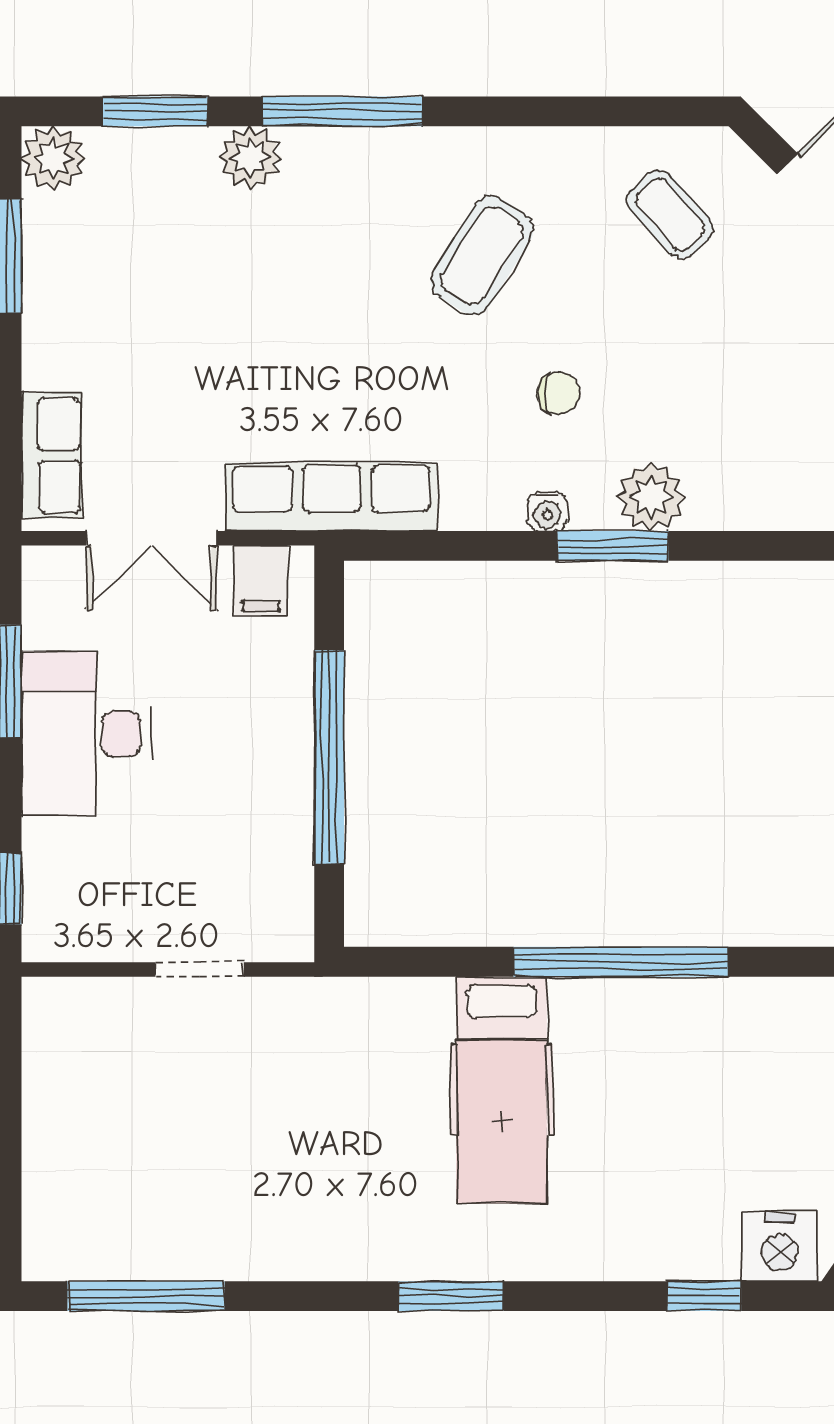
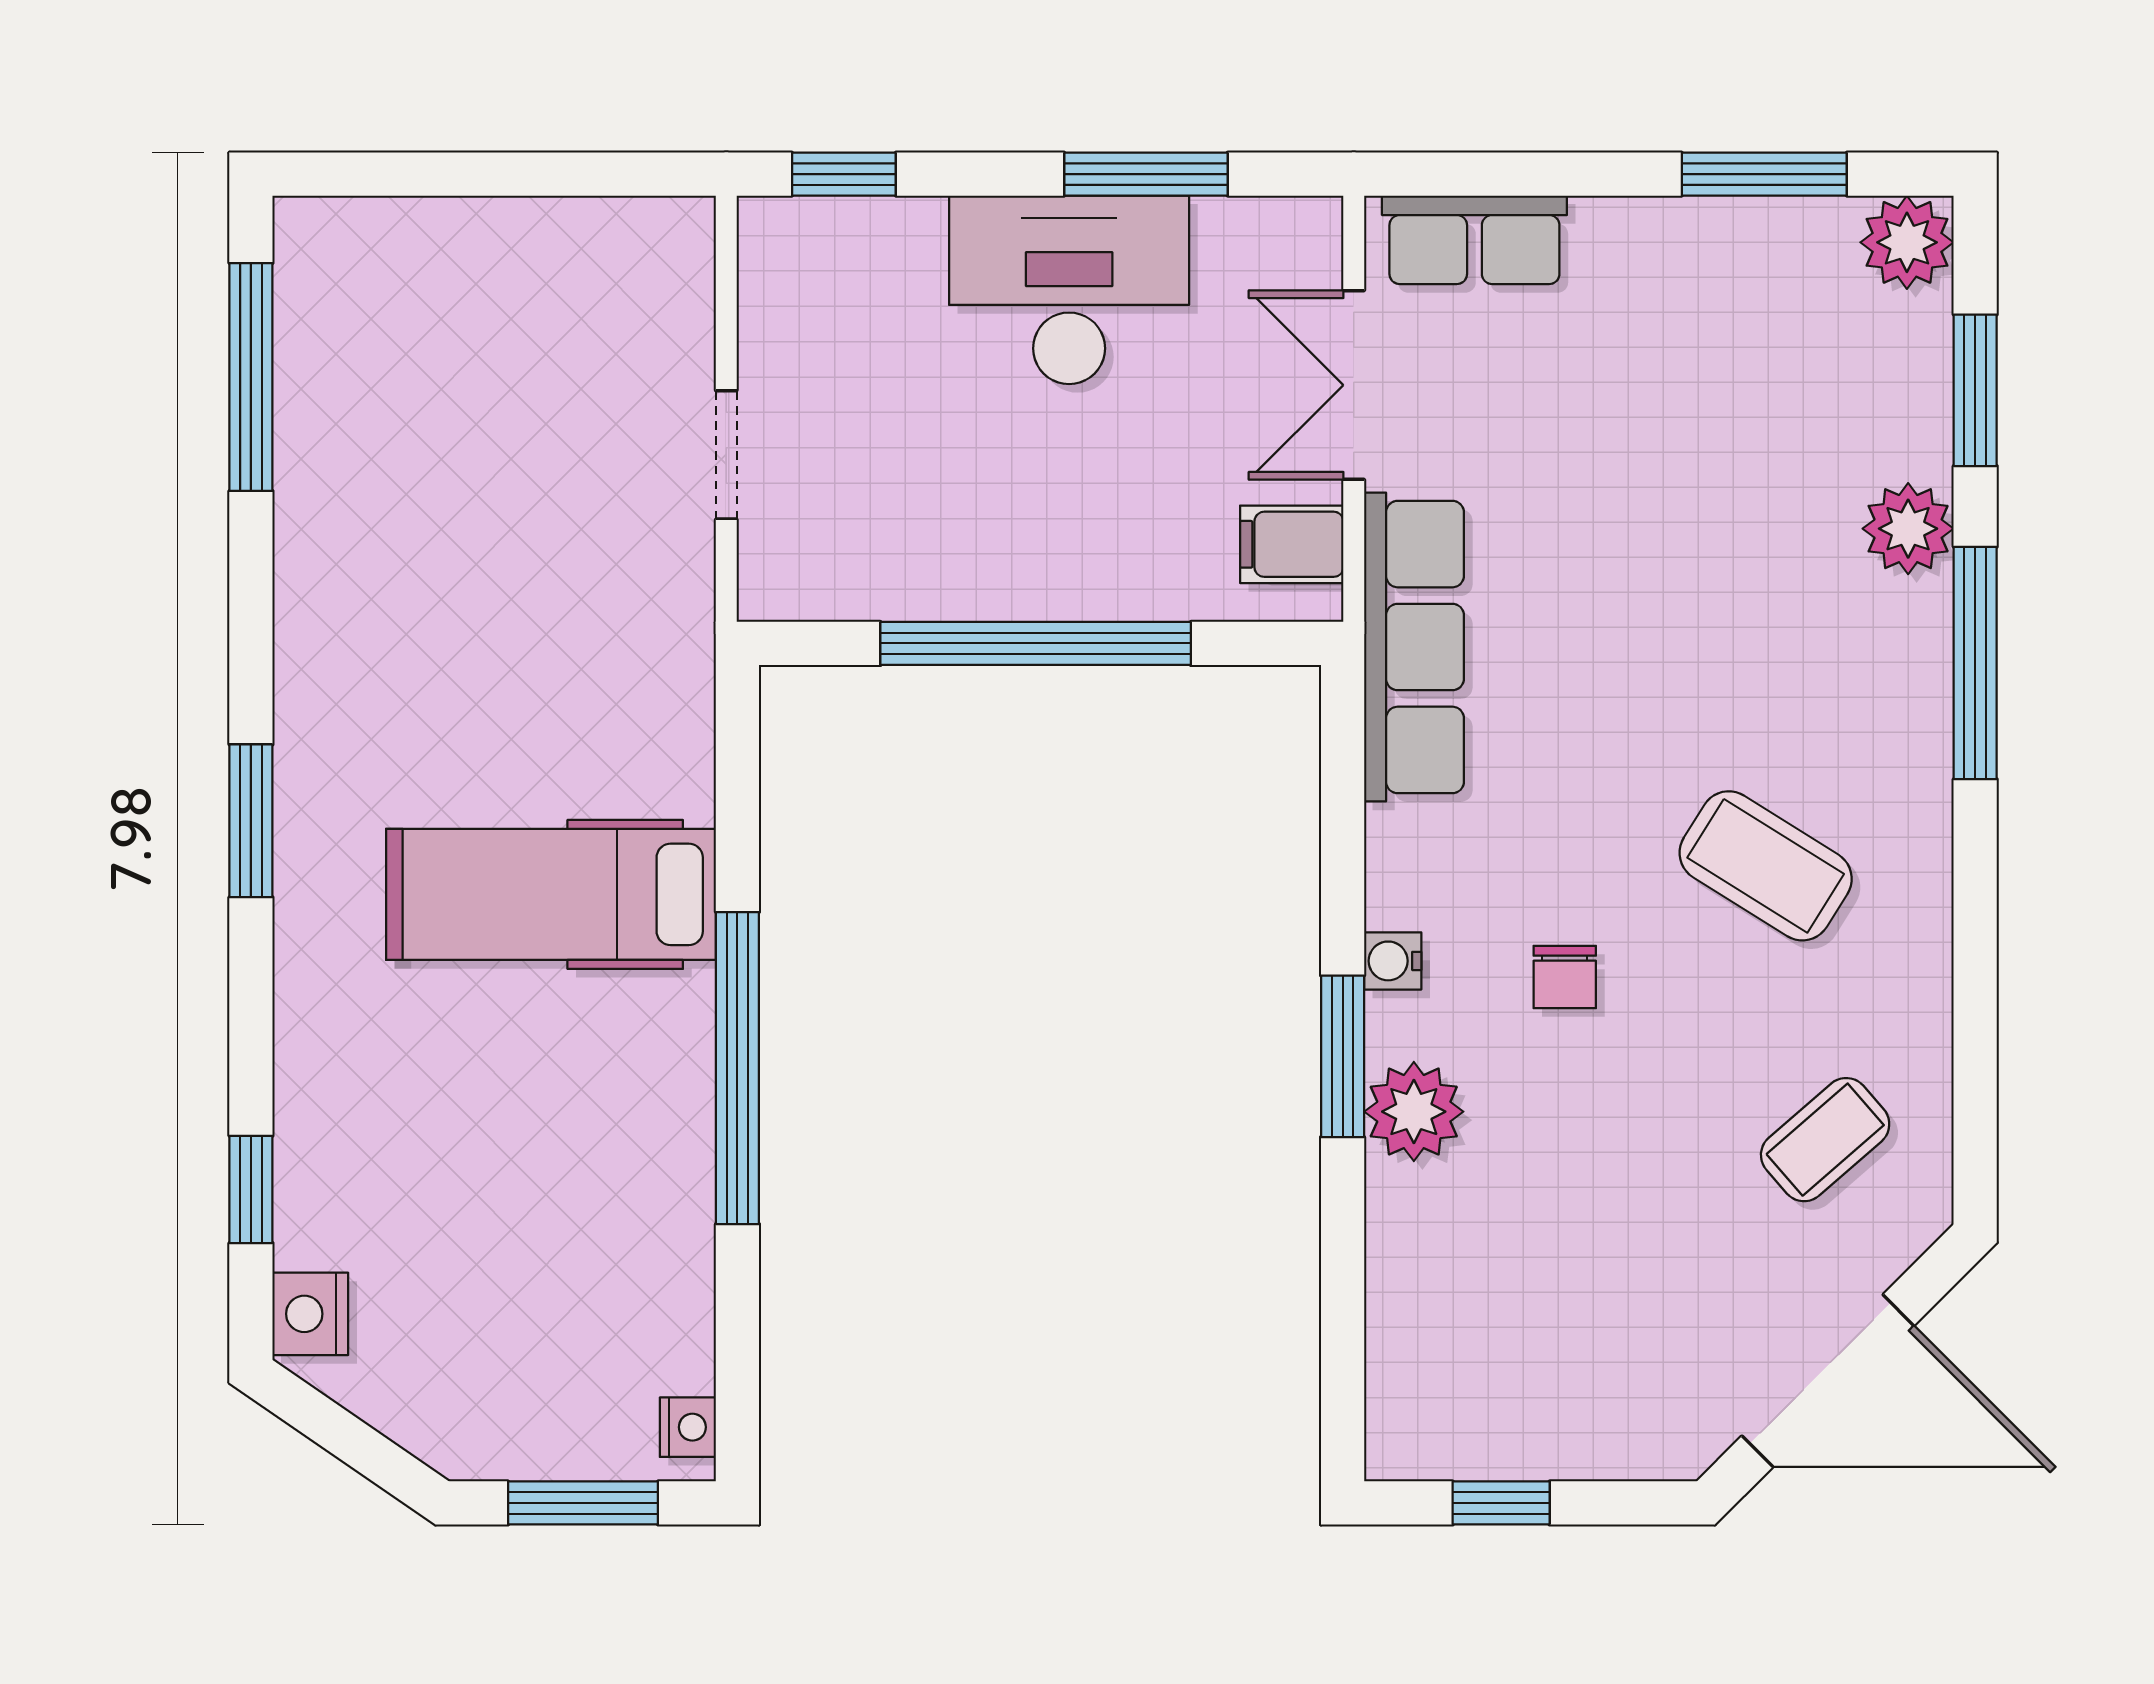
nightstand: (780, 1247) -> (310, 1314), width x0.74, depth x0.75

